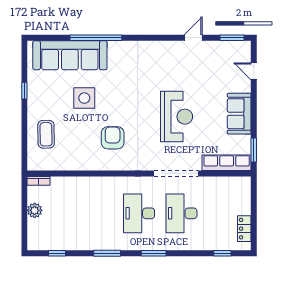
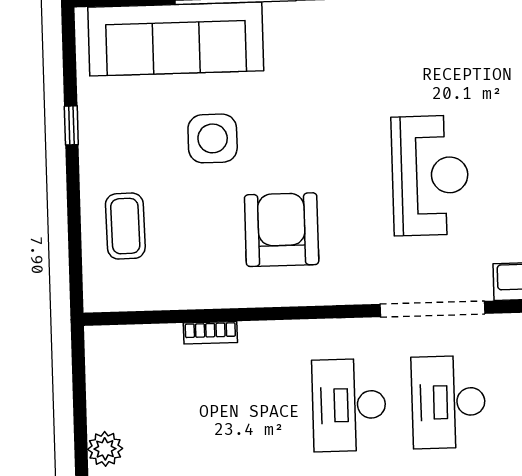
armchair: (113, 138) -> (282, 230), width x1.36, depth x1.36
bookcase: (38, 181) -> (210, 333), moved
plant: (35, 210) -> (105, 449), moved

